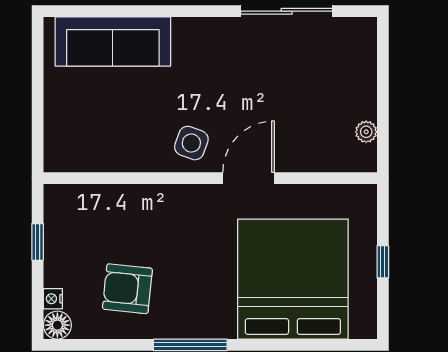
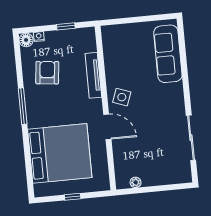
tv unit: (142, 196) -> (93, 75), added

